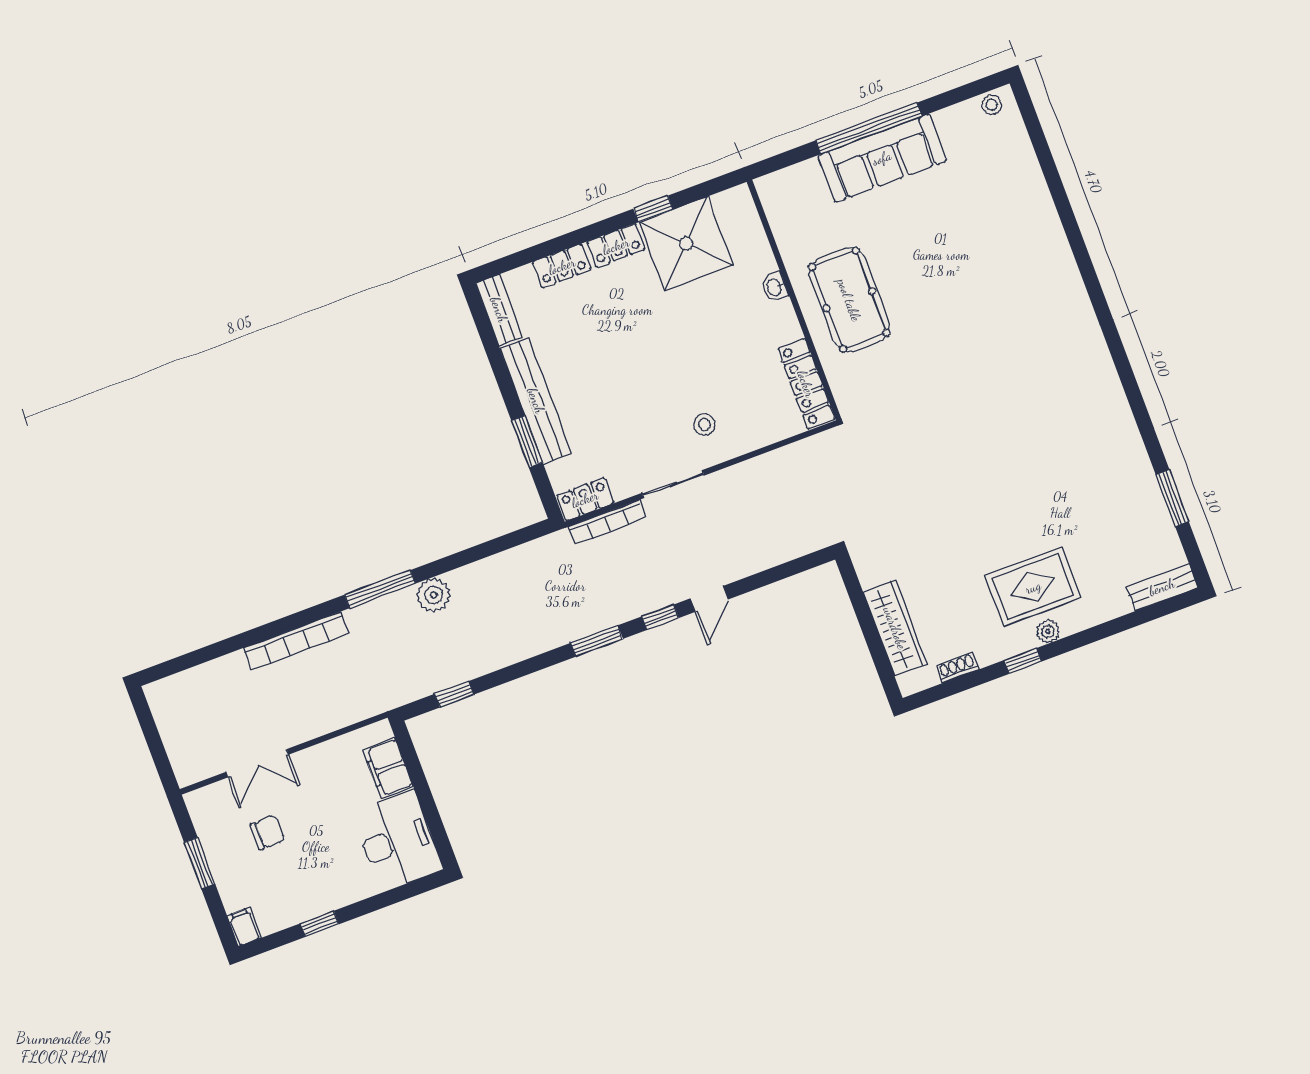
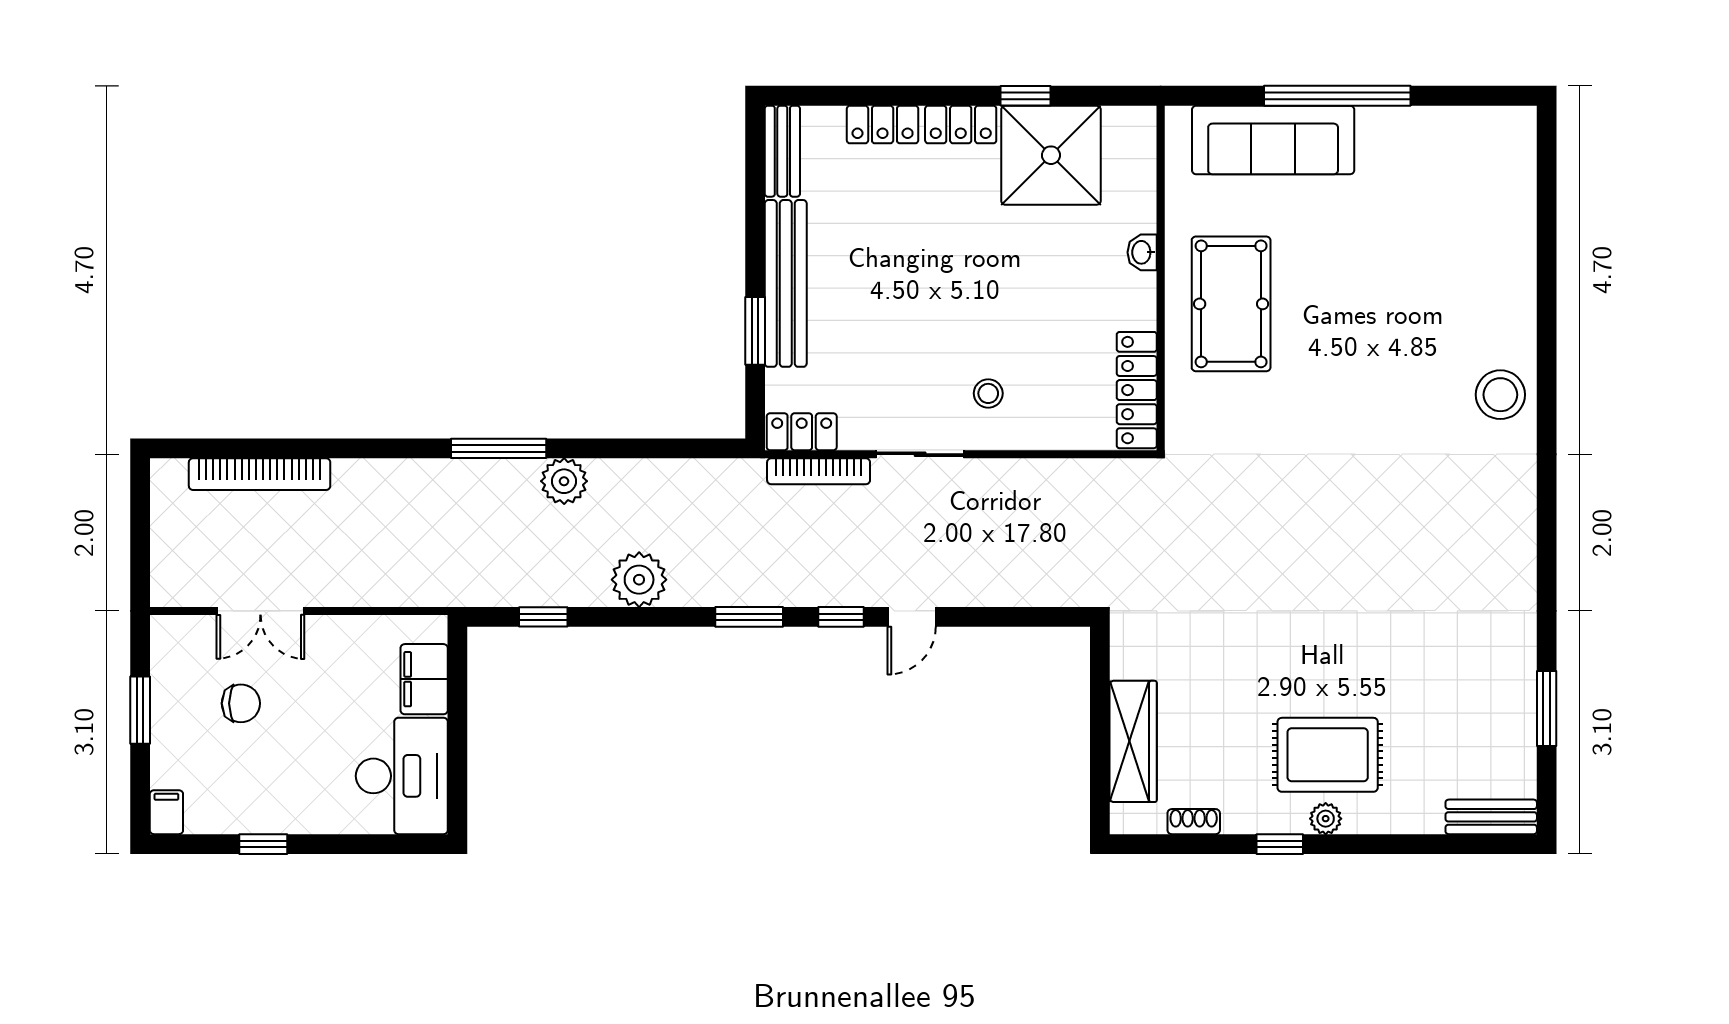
stool: (992, 105) -> (1500, 395), moved, width x1.89, depth x1.89
sofa: (882, 158) -> (1273, 140), moved
bookcase: (296, 641) -> (260, 474), moved
plant: (511, 644) -> (639, 580), added

